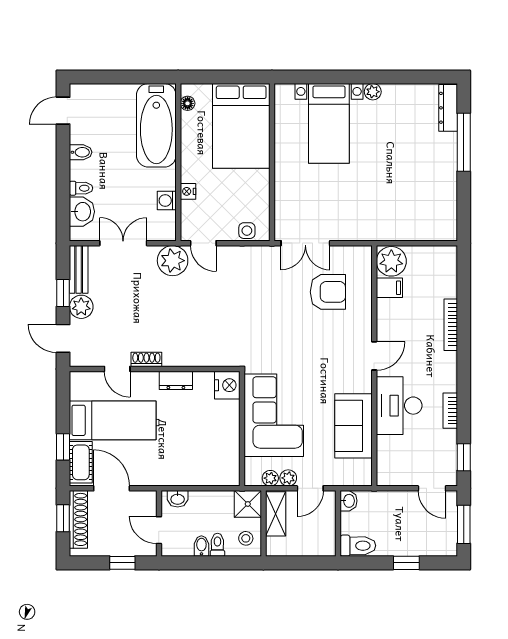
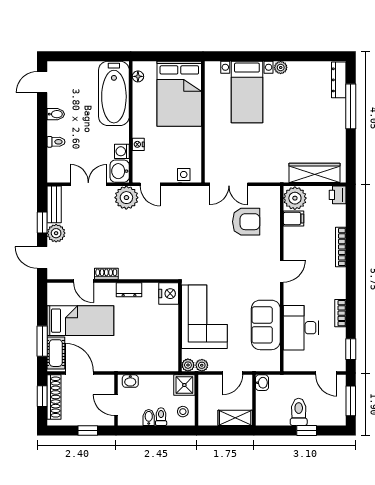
washbasin: (82, 212) -> (120, 171), moved, turned 180
wardrobe: (417, 228) -> (314, 173), added
printer: (447, 257) -> (338, 195), added
desk: (399, 406) -> (301, 328), moved
window: (63, 447) -> (42, 341), width x1.50
plant: (288, 478) -> (188, 365), moved
shelving: (276, 514) -> (235, 418), moved, turned 90
toilet: (358, 546) -> (299, 412), moved, turned -90

